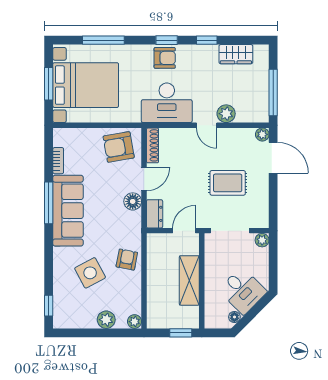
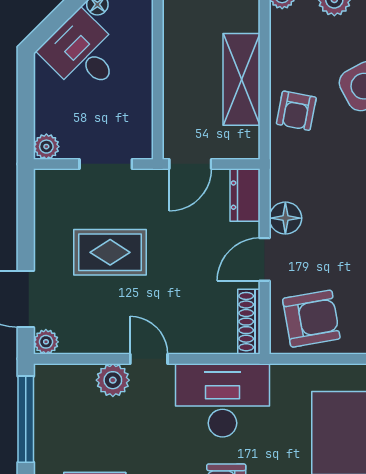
doorway: (230, 231) -> (106, 164), width x0.73
shelving: (189, 280) -> (242, 79), moved

